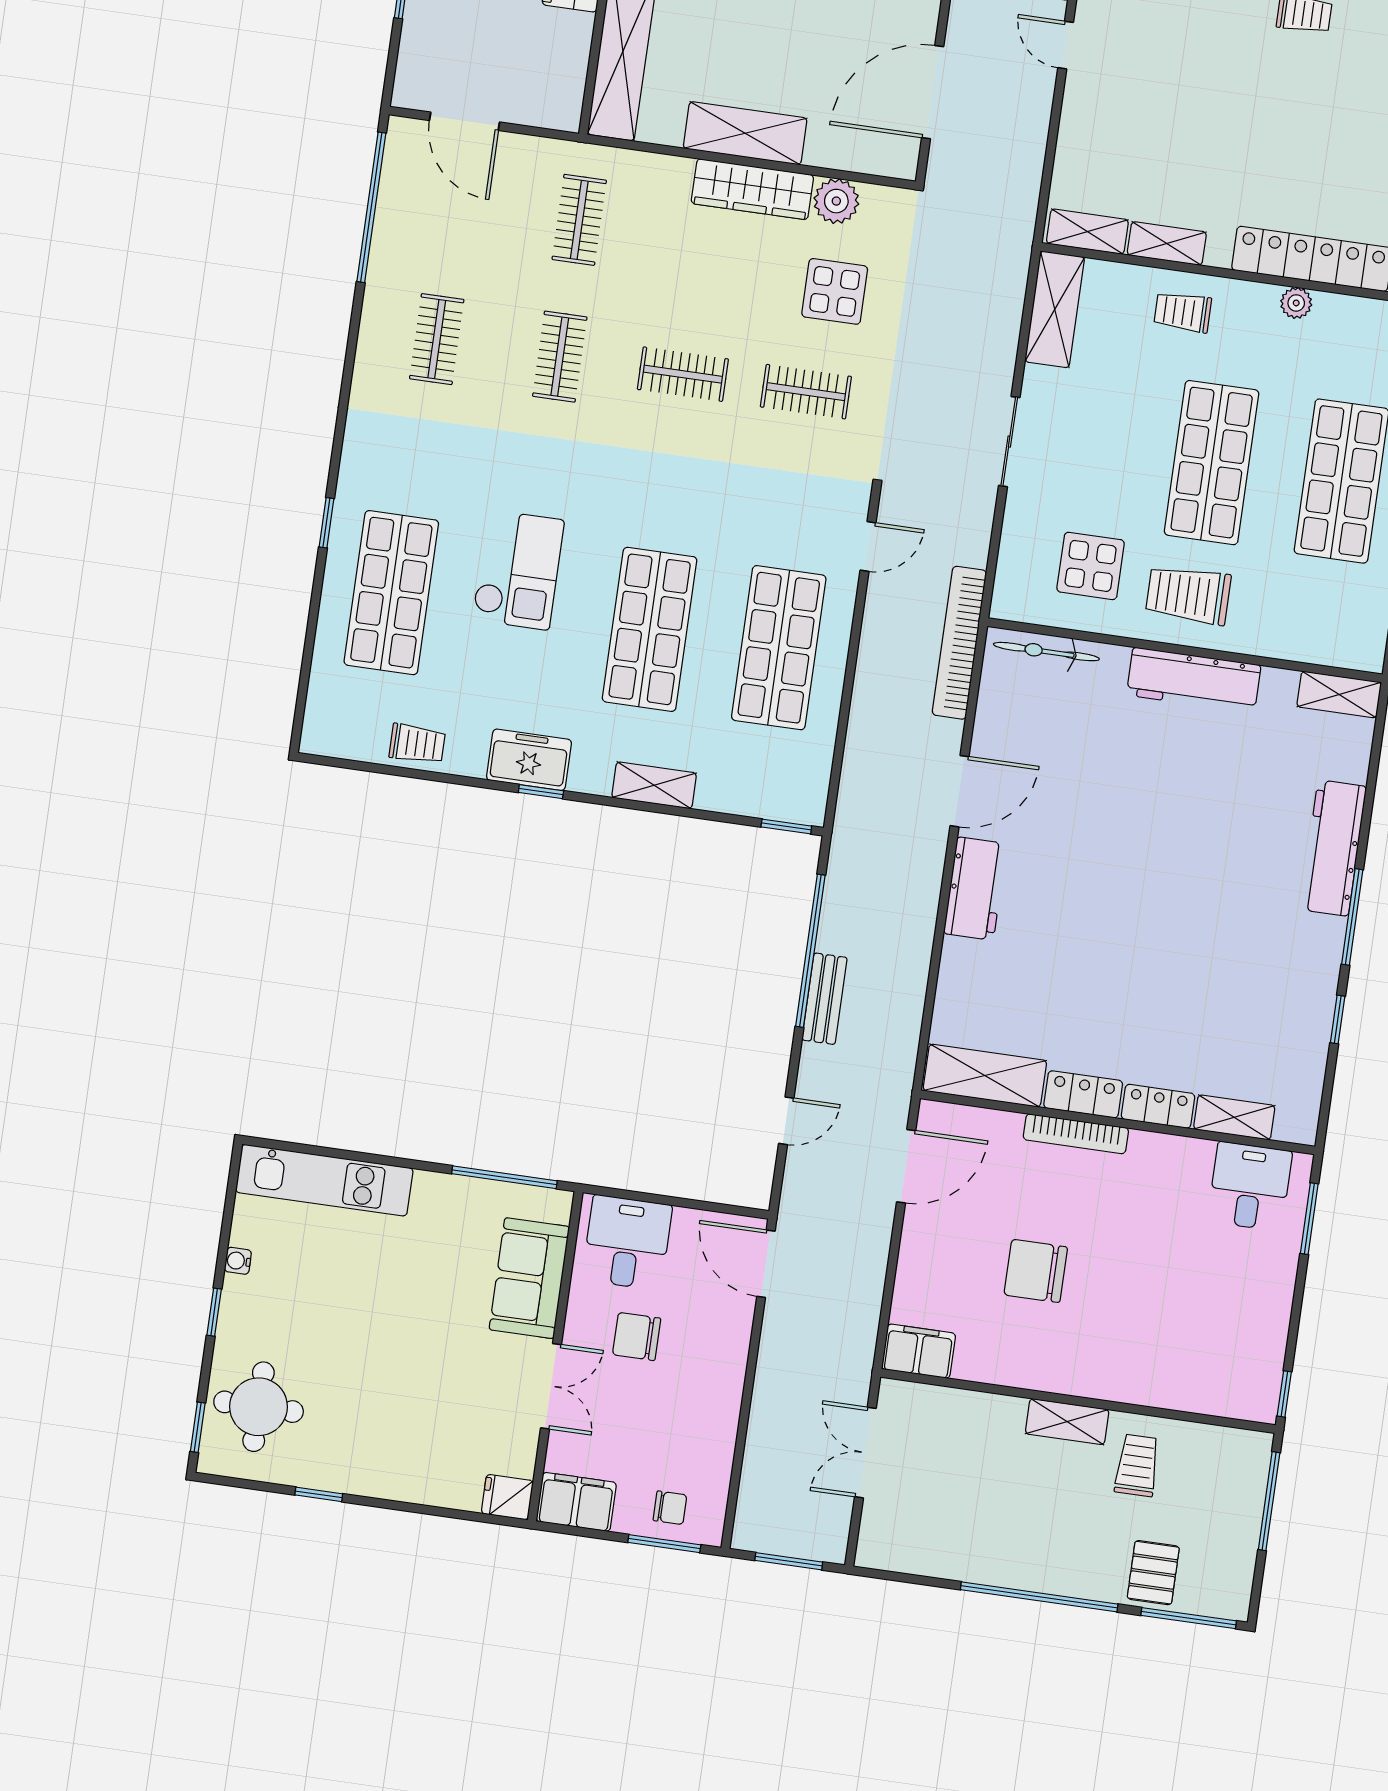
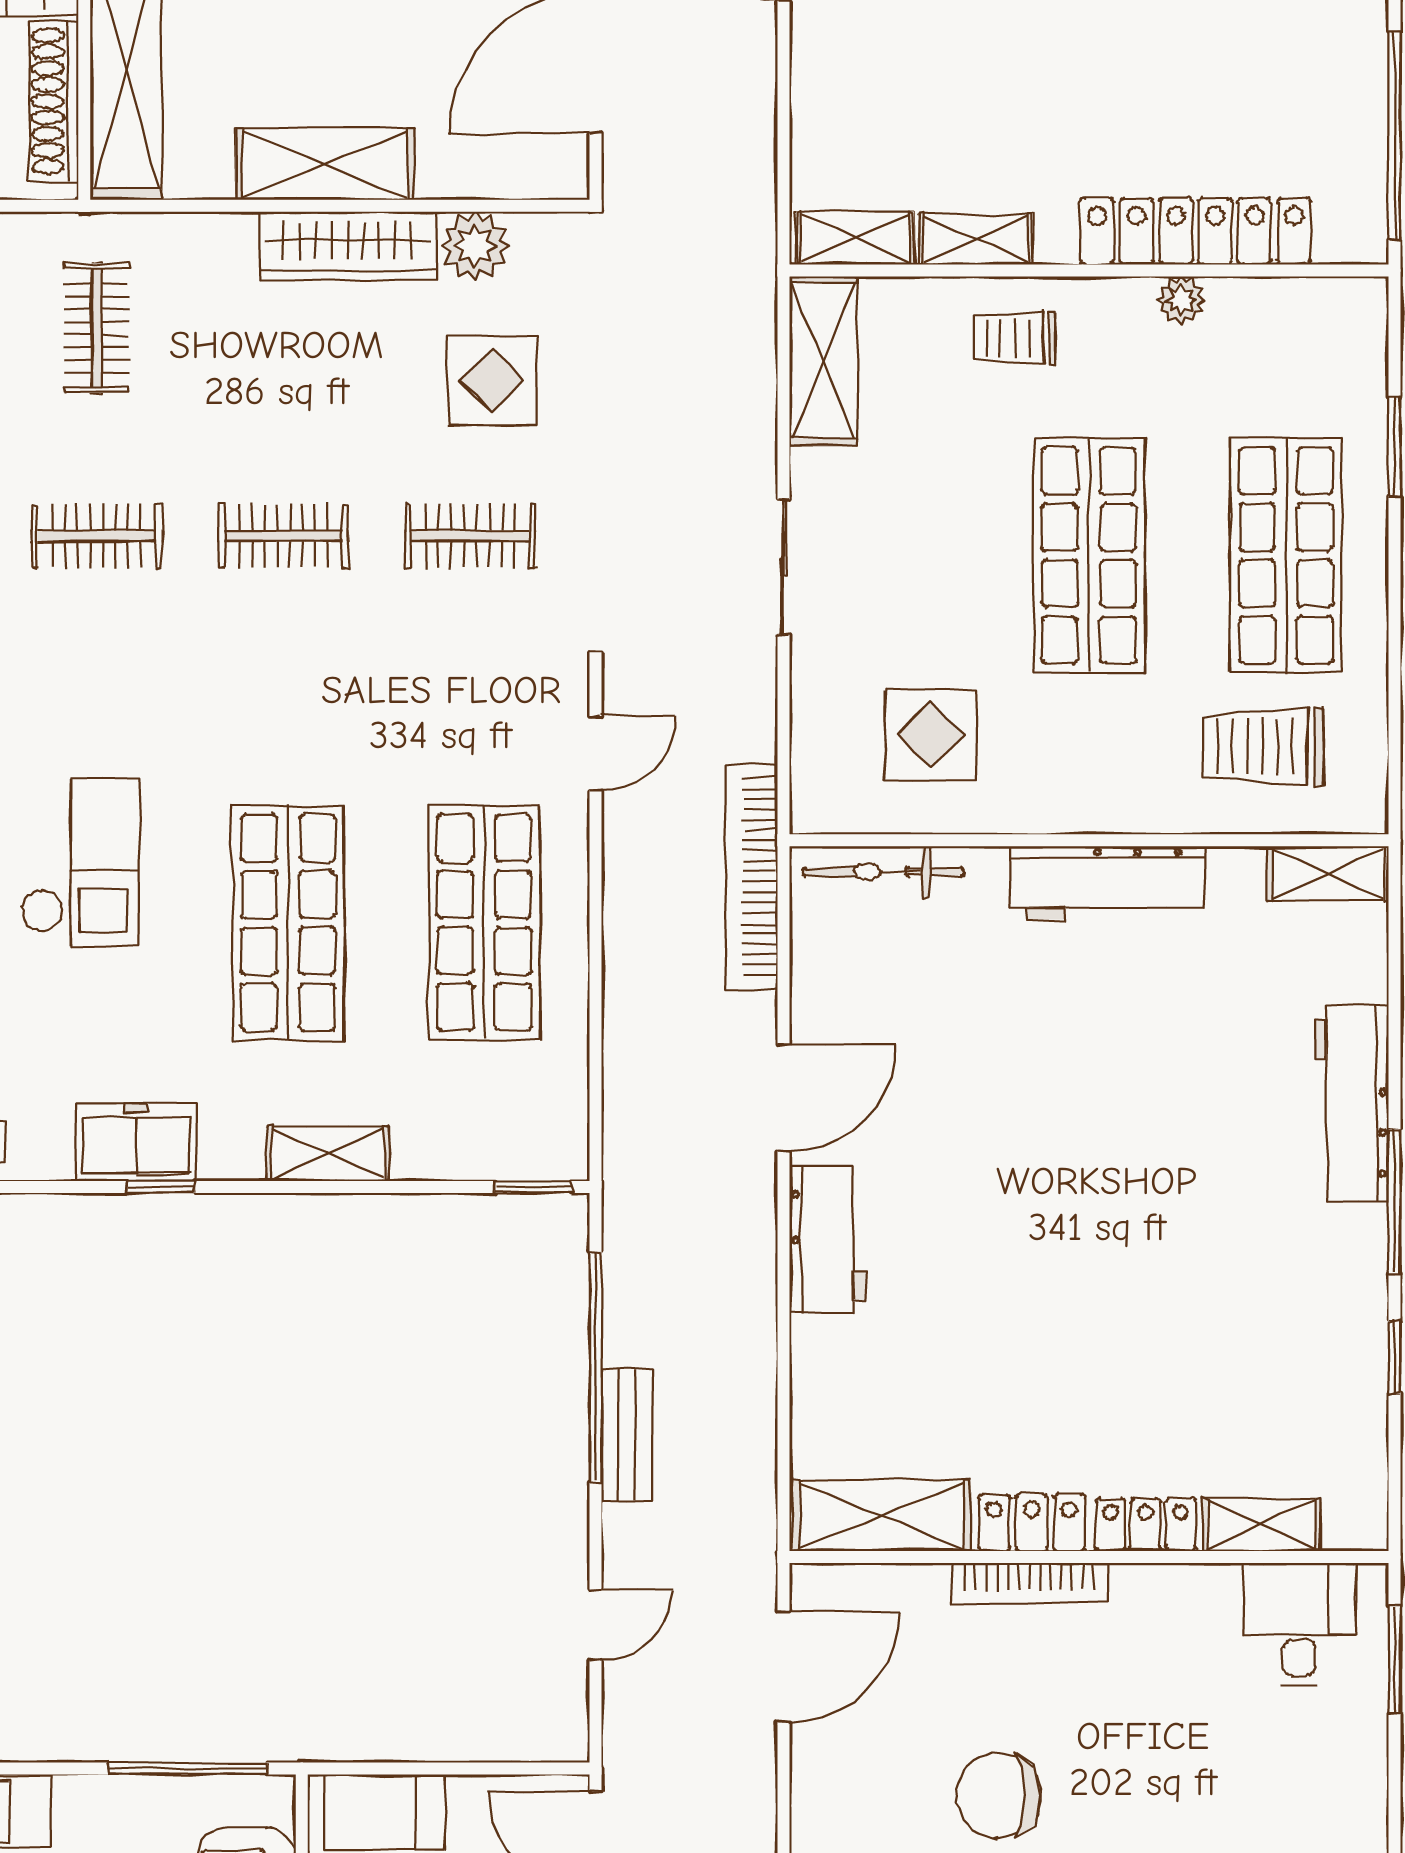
shoe rack: (572, 66) -> (54, 101), added
clothes rail: (560, 357) -> (97, 536), turned 90
trolley: (1188, 595) -> (1264, 746), moved

